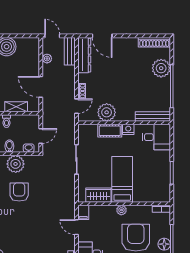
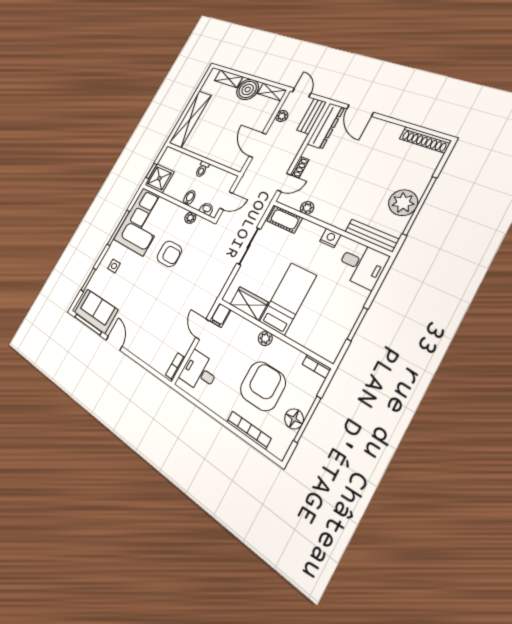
plant: (161, 68) -> (403, 203), moved
shelving: (16, 107) -> (272, 92), moved
plant: (107, 112) -> (307, 208), width x0.53, depth x0.53
cot: (110, 131) -> (285, 219), moved
plant: (16, 164) -> (190, 218), width x0.53, depth x0.53
armchair: (19, 192) -> (169, 254), turned 90

